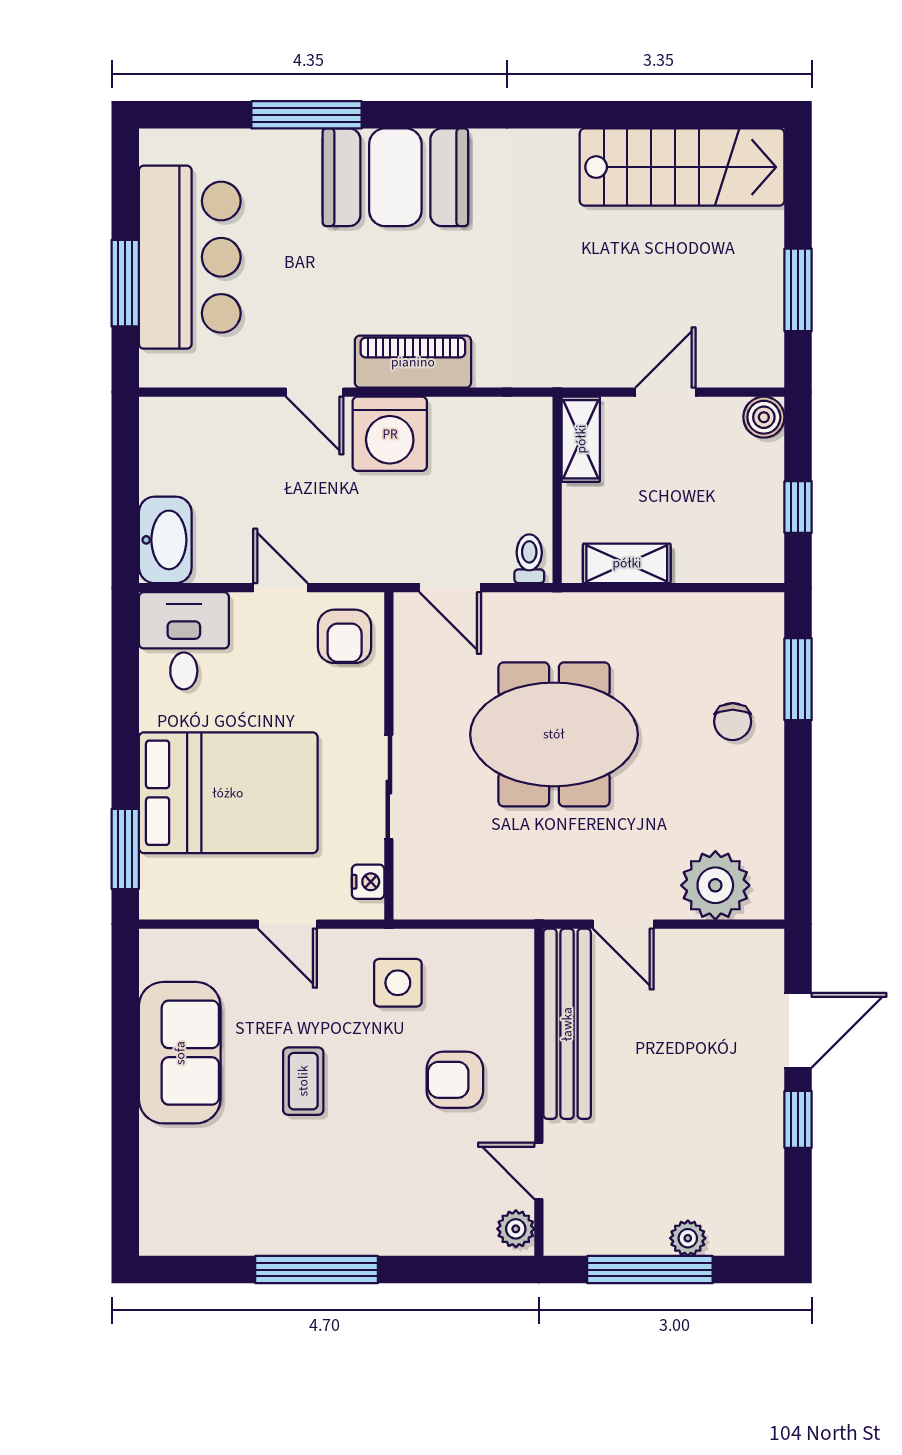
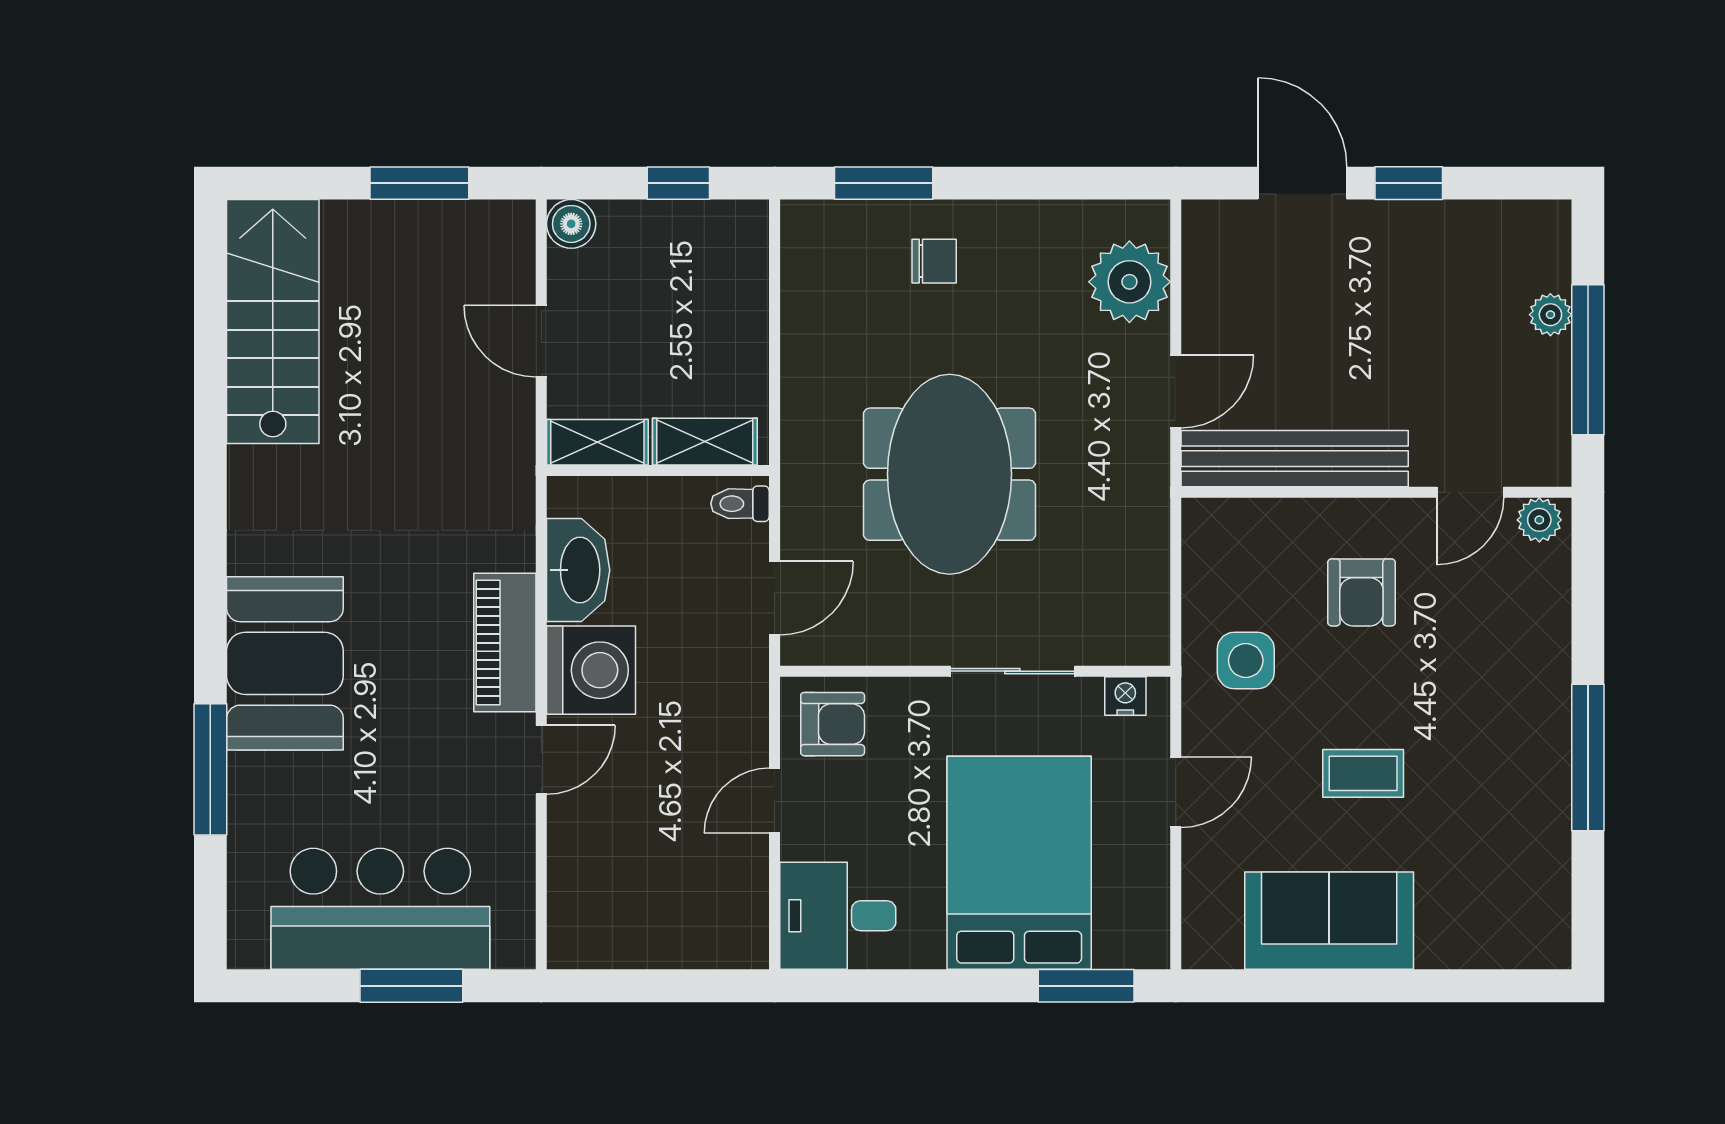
washbasin: (165, 540) -> (578, 570), moved, turned 90
shelving: (627, 563) -> (705, 442), moved, turned 90

